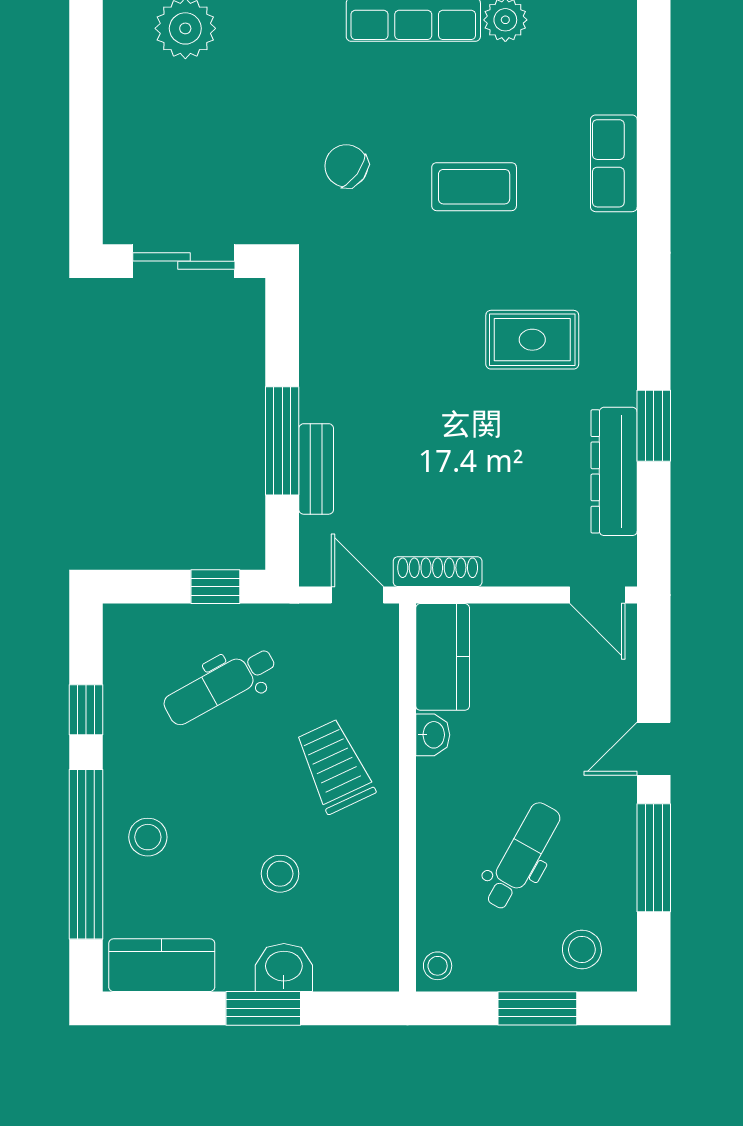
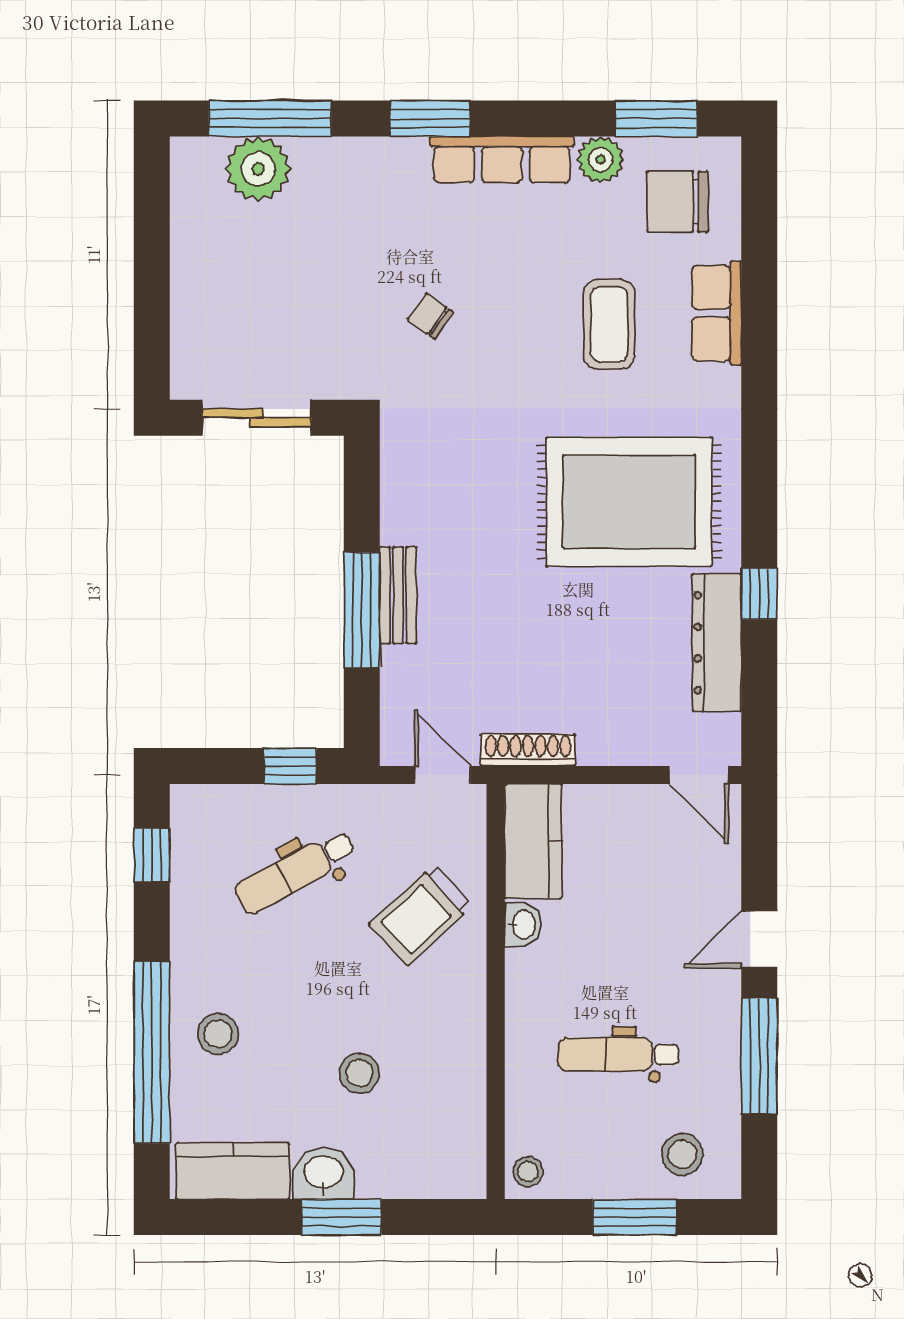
chair: (577, 59) -> (678, 202), added
chair: (346, 166) -> (430, 316), width x0.73, depth x0.73
coffee table: (474, 187) -> (609, 324), moved, turned 90
rug: (532, 340) -> (629, 502), width x1.86, depth x2.06
window: (654, 426) -> (759, 594), width x0.67
bench: (316, 469) -> (398, 595), moved
window: (86, 710) -> (152, 855), moved
trolley: (335, 766) -> (421, 915), moved, turned -108
dental chair: (522, 856) -> (618, 1054), turned -119
washbasin: (284, 967) -> (324, 1173), moved

